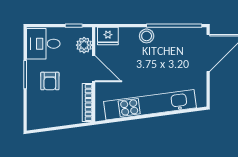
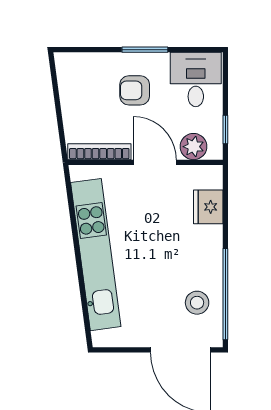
fridge: (108, 36) -> (208, 207), moved
stool: (147, 36) -> (197, 303), moved
door: (94, 69) -> (155, 162), swing flipped

